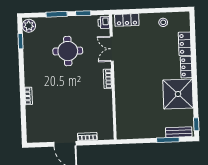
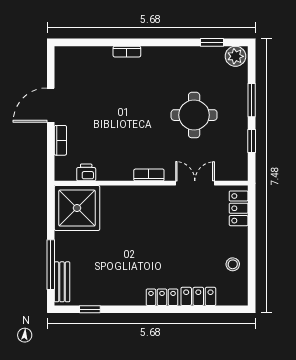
printer: (104, 23) -> (86, 172), moved
shower: (178, 94) -> (77, 208), moved
window: (196, 124) -> (90, 309), moved
window: (168, 140) -> (51, 265), width x1.44

